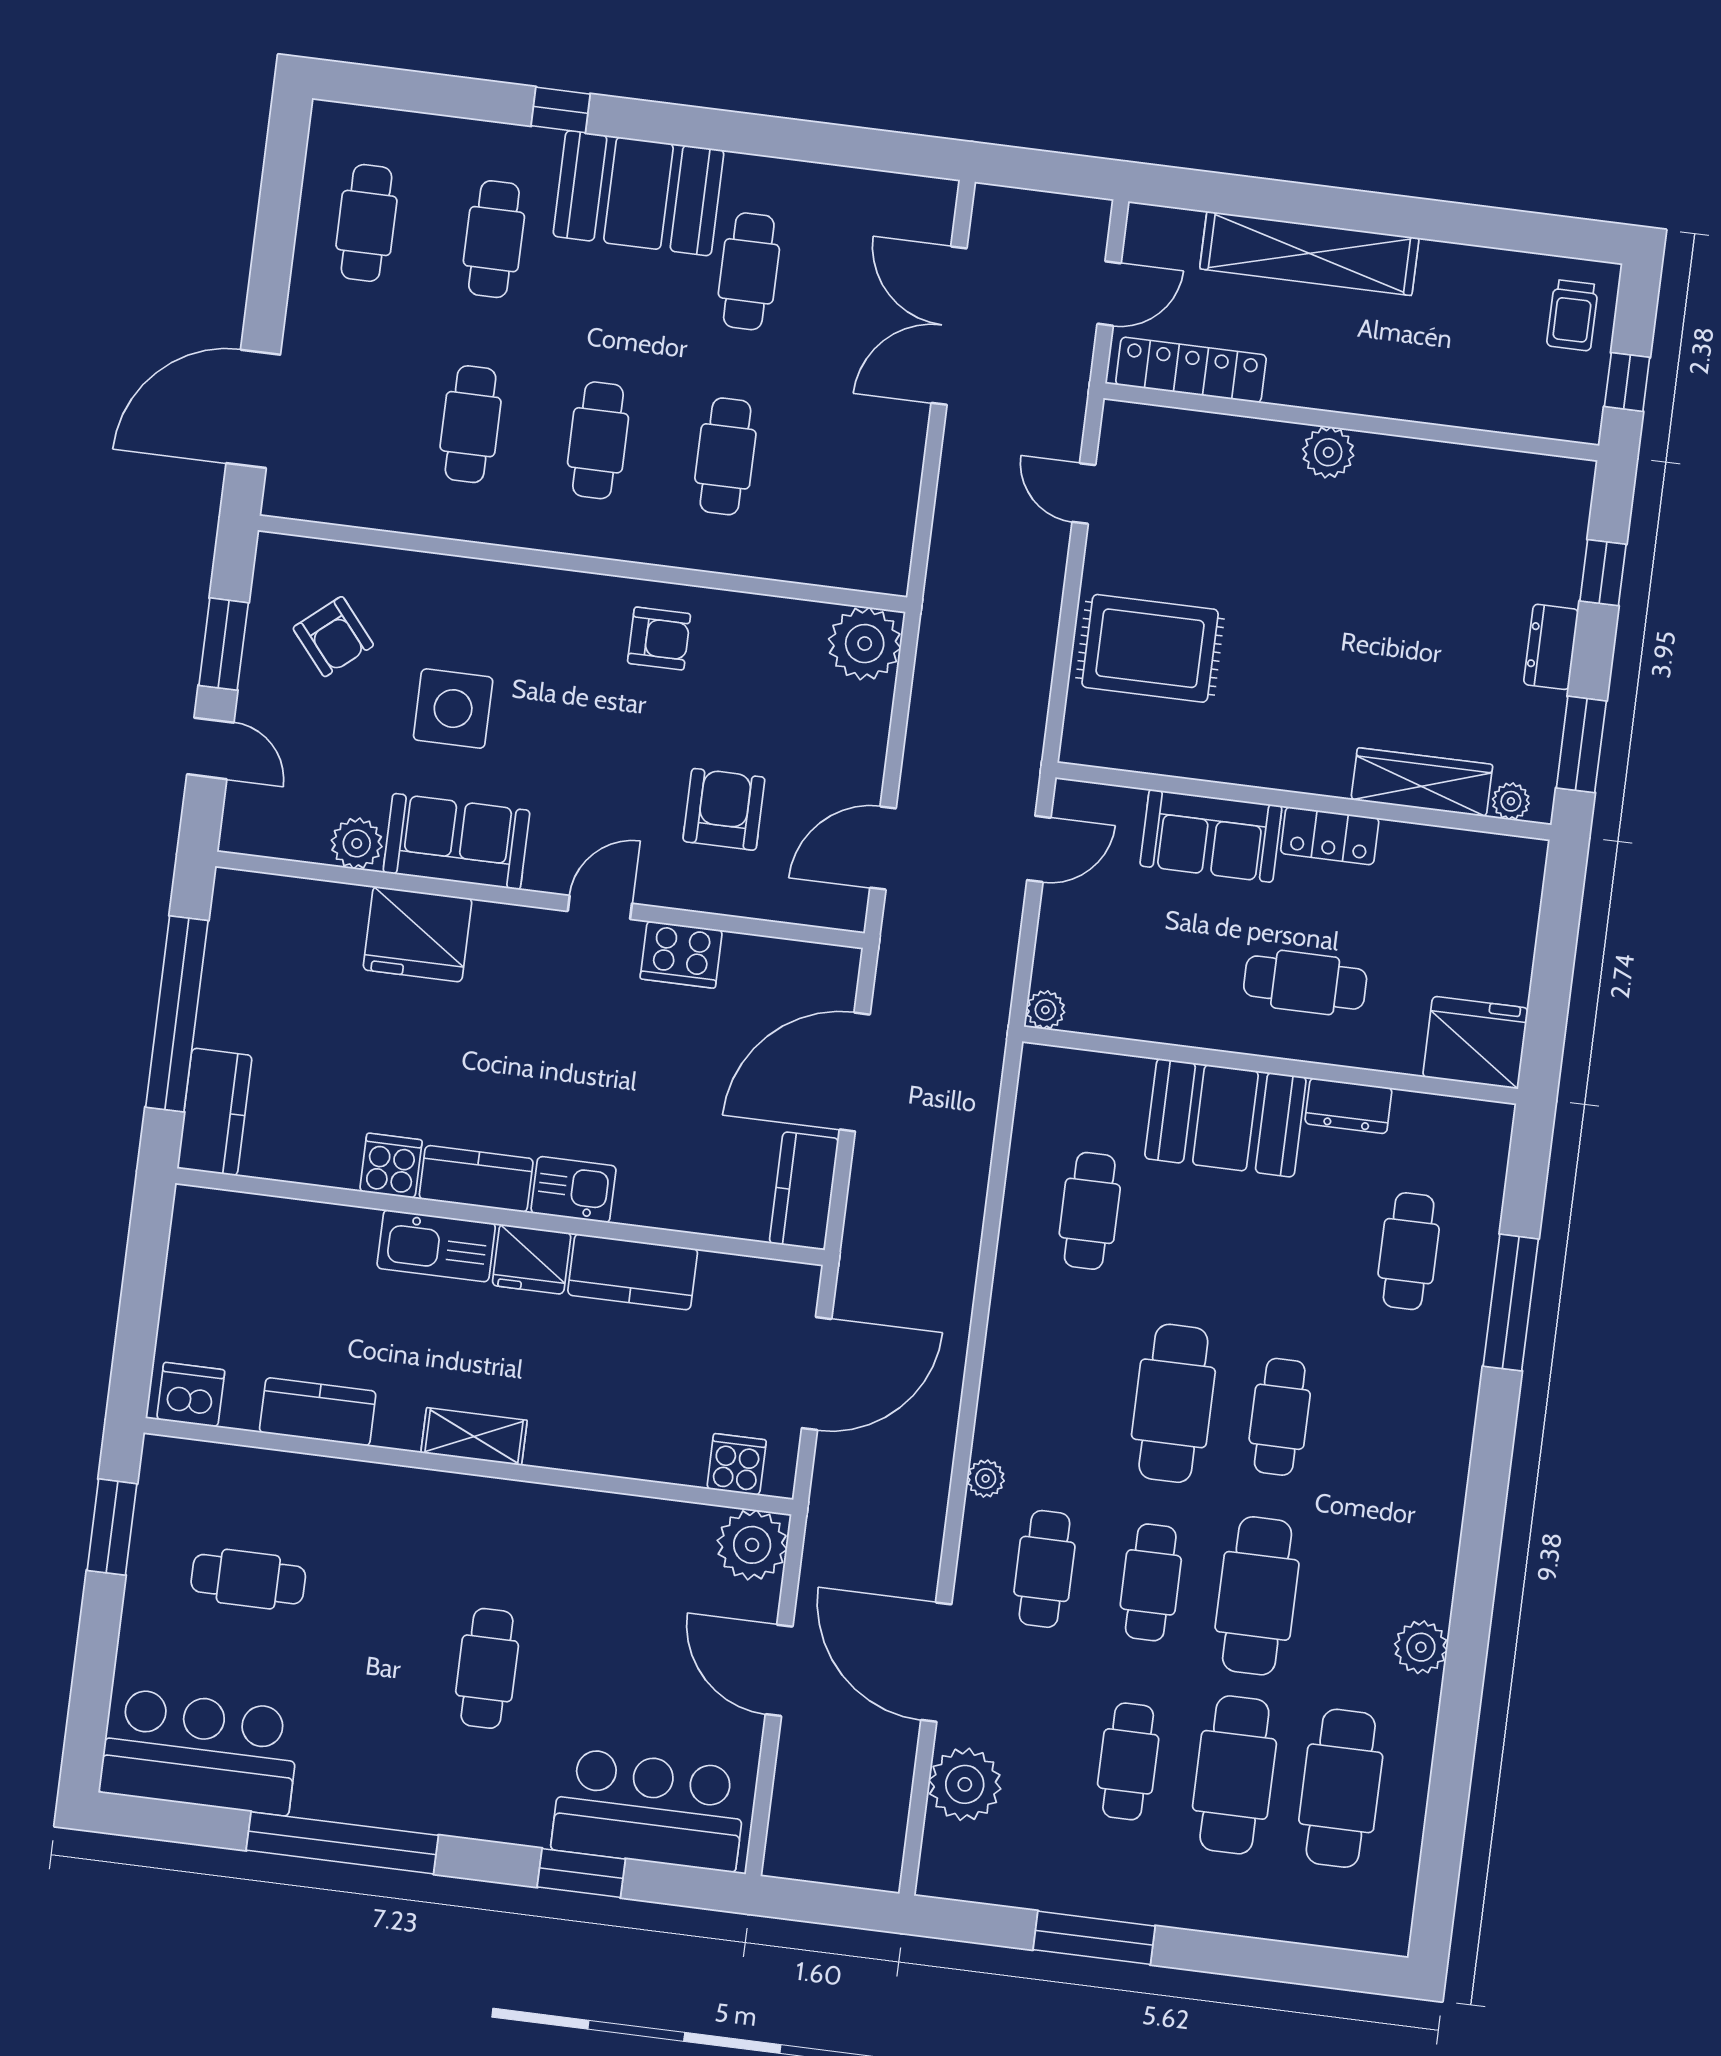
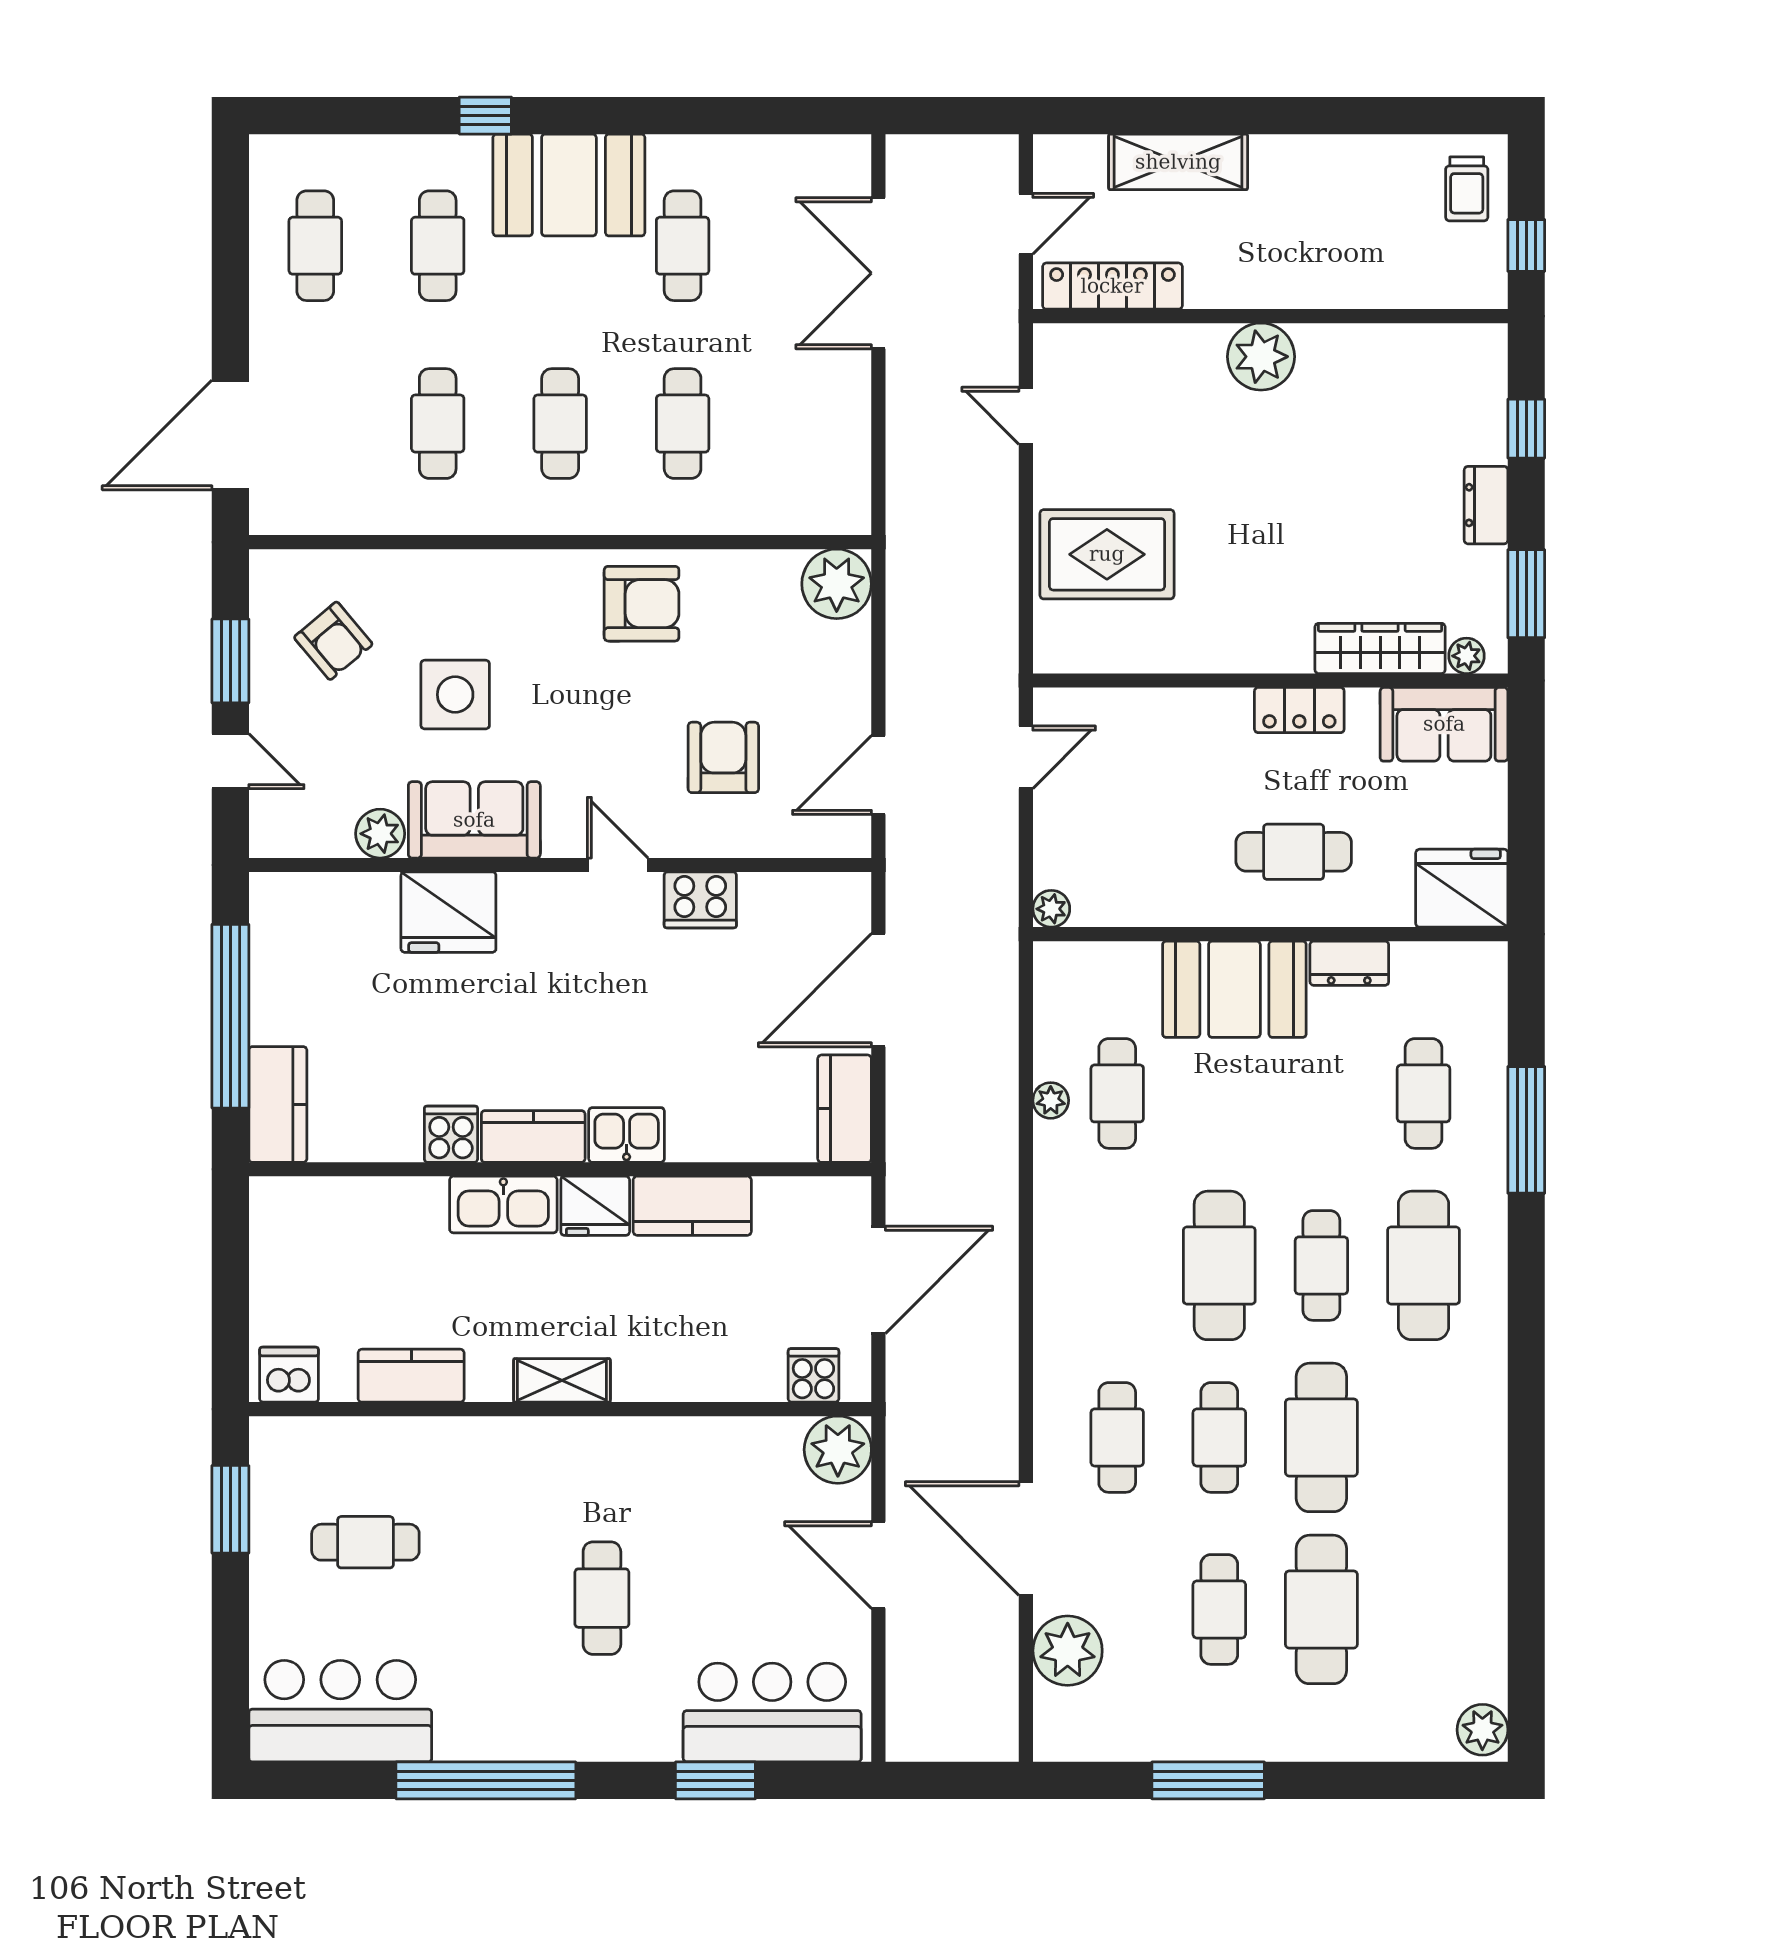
shelving: (1309, 253) -> (1178, 162), width x0.68
plant: (1328, 452) -> (1261, 357), width x1.36, depth x1.36
armchair: (659, 638) -> (642, 604), width x1.38, depth x1.38
sofa: (1211, 836) -> (1444, 724), moved
door: (600, 907) -> (618, 865), hinge flipped
plant: (986, 1479) -> (1051, 1100), moved
plant: (1421, 1647) -> (1482, 1730), moved
cafe table: (1341, 1788) -> (1423, 1265), moved

